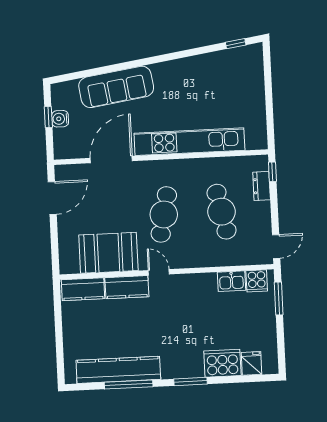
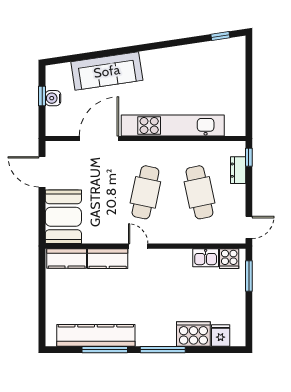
door: (52, 198) -> (42, 172), swing flipped
booth: (108, 253) -> (63, 217), moved, turned 90
window: (190, 381) -> (163, 350), width x1.44

